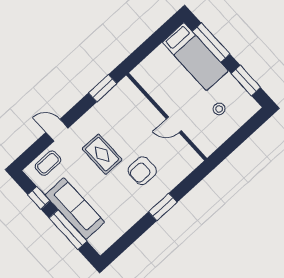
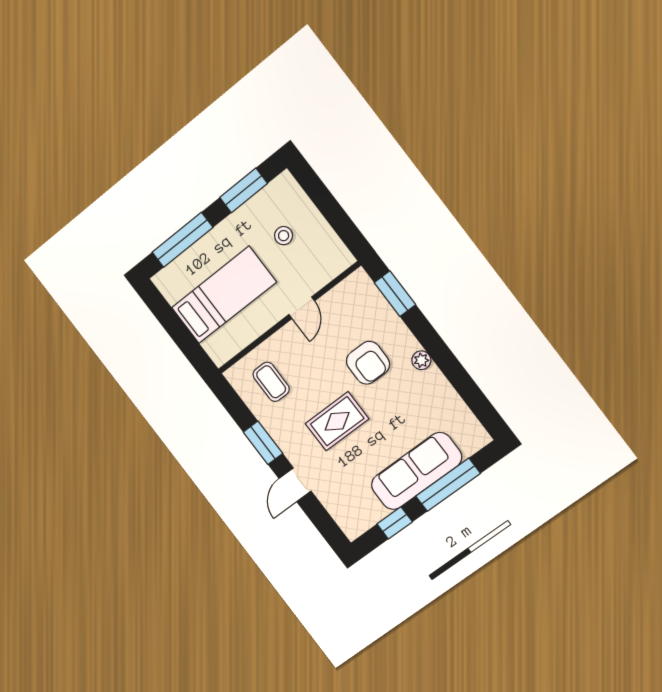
bed: (195, 57) -> (224, 295), moved
window: (103, 88) -> (263, 443), moved
coffee table: (48, 163) -> (271, 382), moved
plant: (147, 205) -> (421, 360), added
window: (163, 207) -> (395, 294), moved

